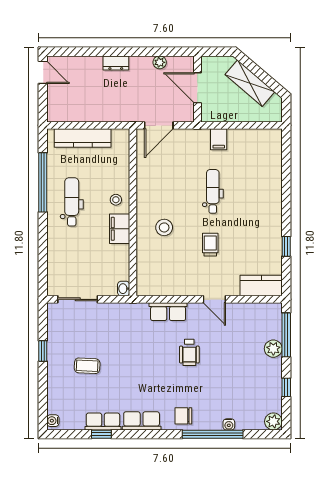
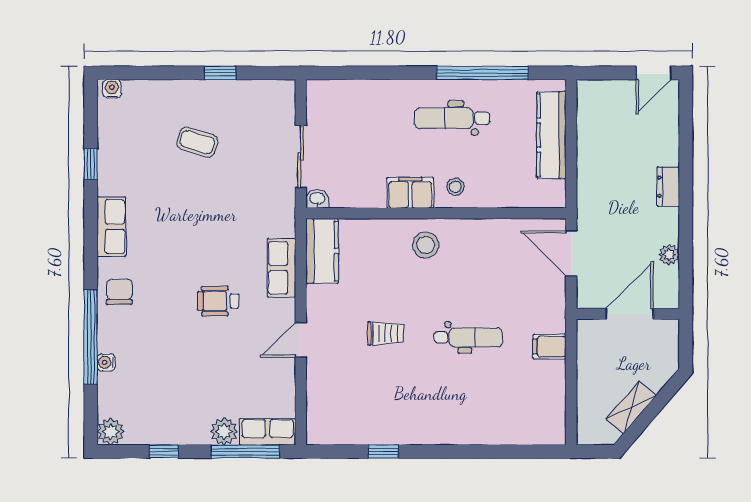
shelving: (250, 83) -> (631, 407), width x0.67, depth x0.75
dental chair: (72, 202) -> (452, 118), turned 180
stool: (164, 227) -> (426, 245), moved
kitchen counter: (261, 285) -> (322, 251), moved
sliding door: (78, 299) -> (301, 156), moved
coffee table: (87, 366) -> (197, 142), turned -76
row of seats: (103, 422) -> (268, 432), moved, turned -90

